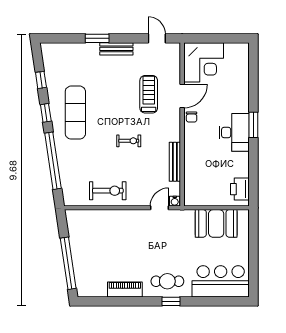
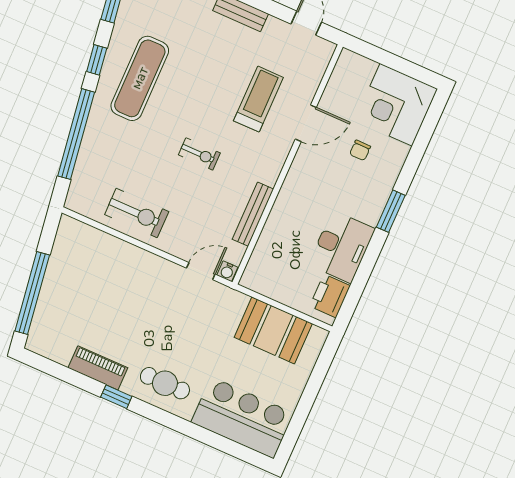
corner desk: (204, 62) -> (396, 105), moved, turned 90
chair: (192, 117) -> (360, 150), moved
desk: (234, 132) -> (342, 247), moved
window: (171, 301) -> (116, 397), moved

